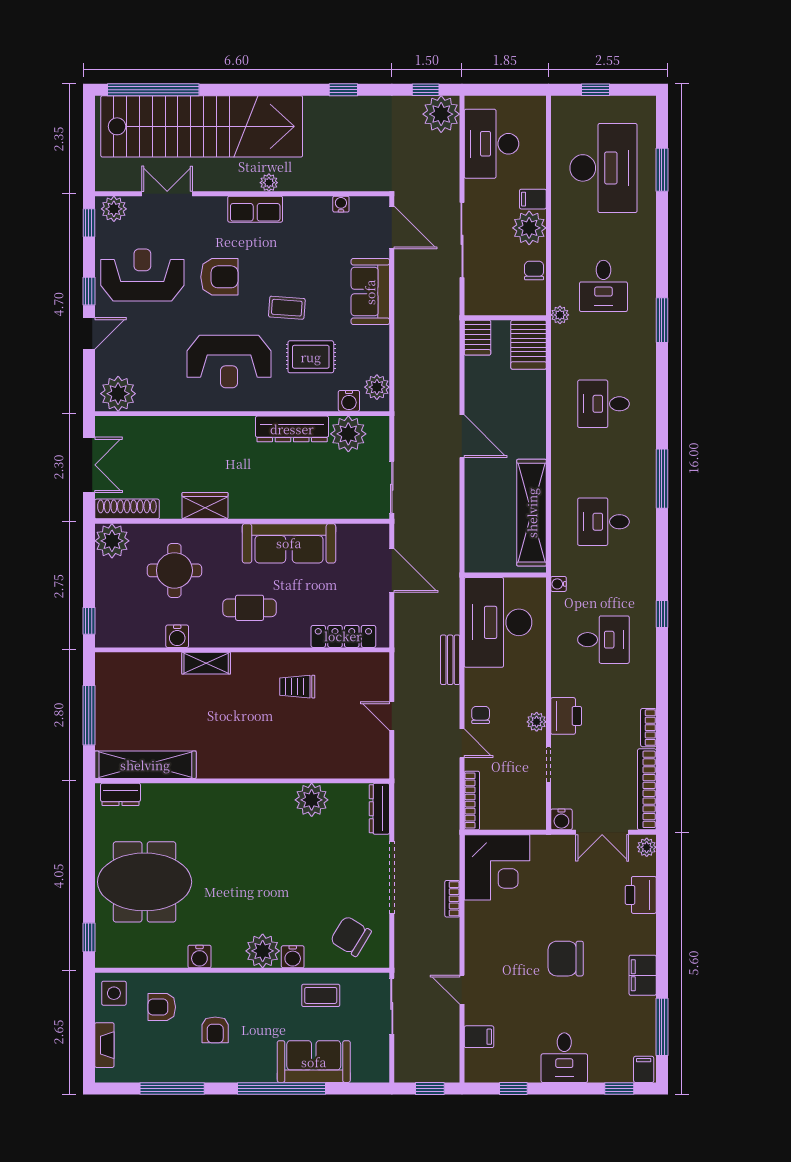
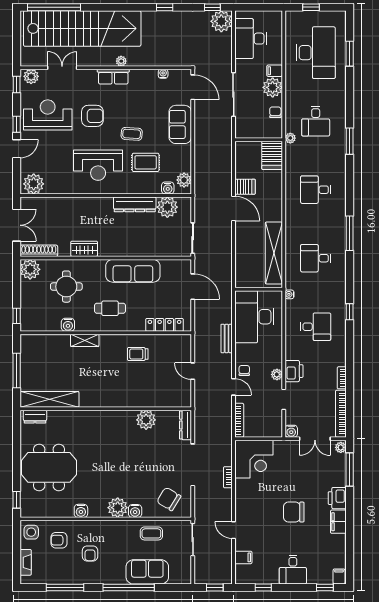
server rack: (477, 338) -> (245, 187), moved, turned -90
printer: (641, 895) -> (337, 498), moved
window: (662, 1027) -> (350, 470), moved

